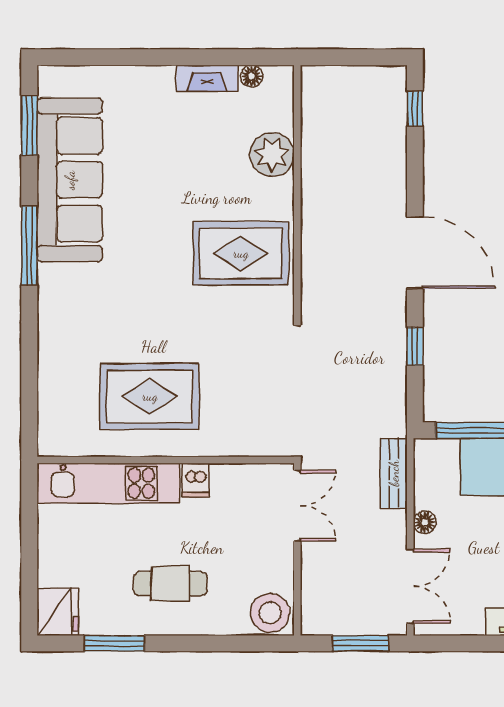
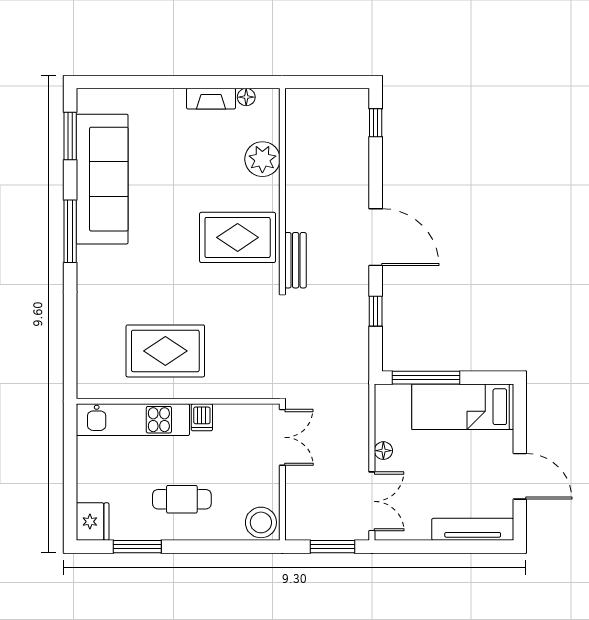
bench: (394, 473) -> (296, 260), moved

